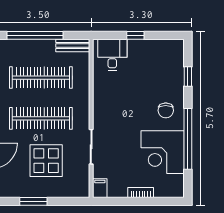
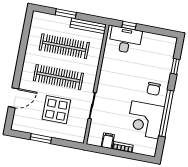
window: (35, 35) -> (66, 14), width x0.47
window: (135, 35) -> (129, 26), moved
bench: (73, 46) -> (88, 26), width x1.36
desk: (112, 55) -> (125, 40), width x1.37
filing cabinet: (100, 188) -> (108, 141), moved

